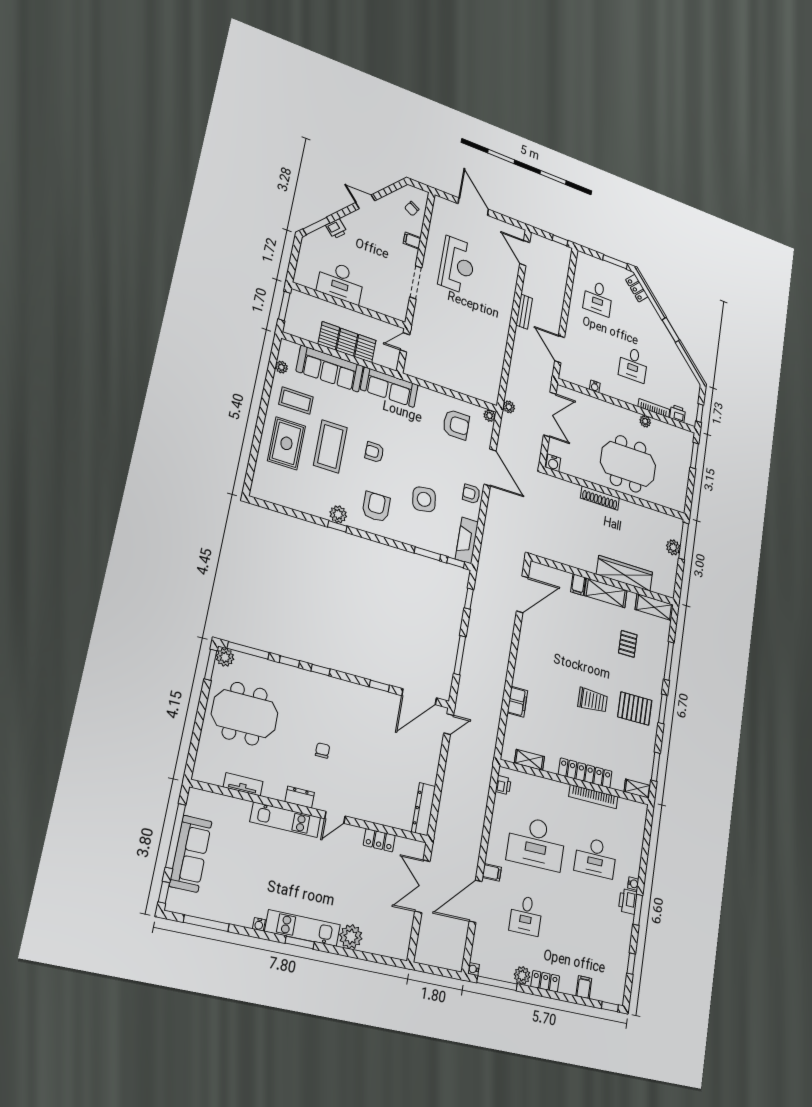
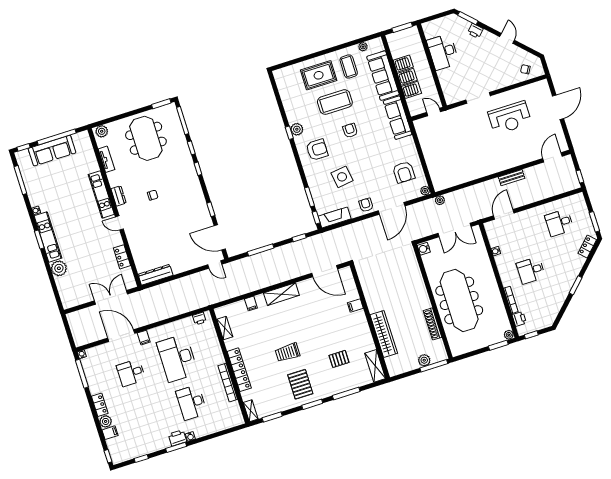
filing cabinet: (412, 241) -> (504, 81), removed
plant: (645, 421) -> (509, 335), moved
meeting table: (628, 464) -> (459, 300), width x1.36
shoe rack: (600, 498) -> (432, 324), moved
shelving: (606, 593) -> (281, 294), moved, turned 90
plant: (225, 657) -> (102, 131), moved
trolley: (593, 700) -> (287, 352), turned 90
filing cabinet: (517, 702) -> (251, 303), width x0.50
plant: (522, 975) -> (106, 421), moved

